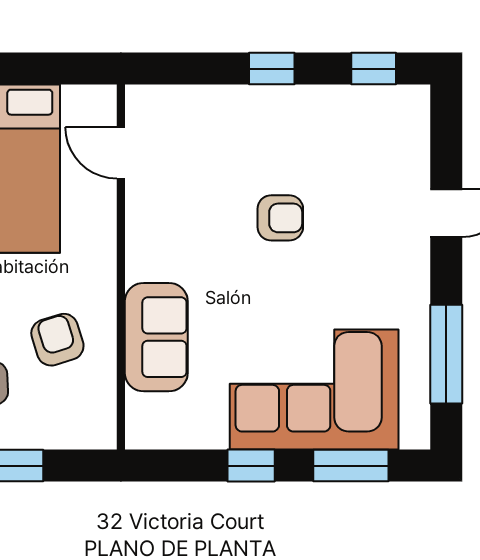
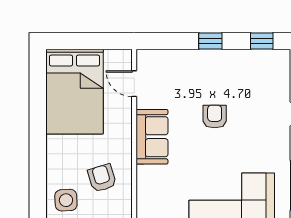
armchair: (280, 218) -> (215, 116), turned -90
sofa: (156, 337) -> (152, 137), moved

